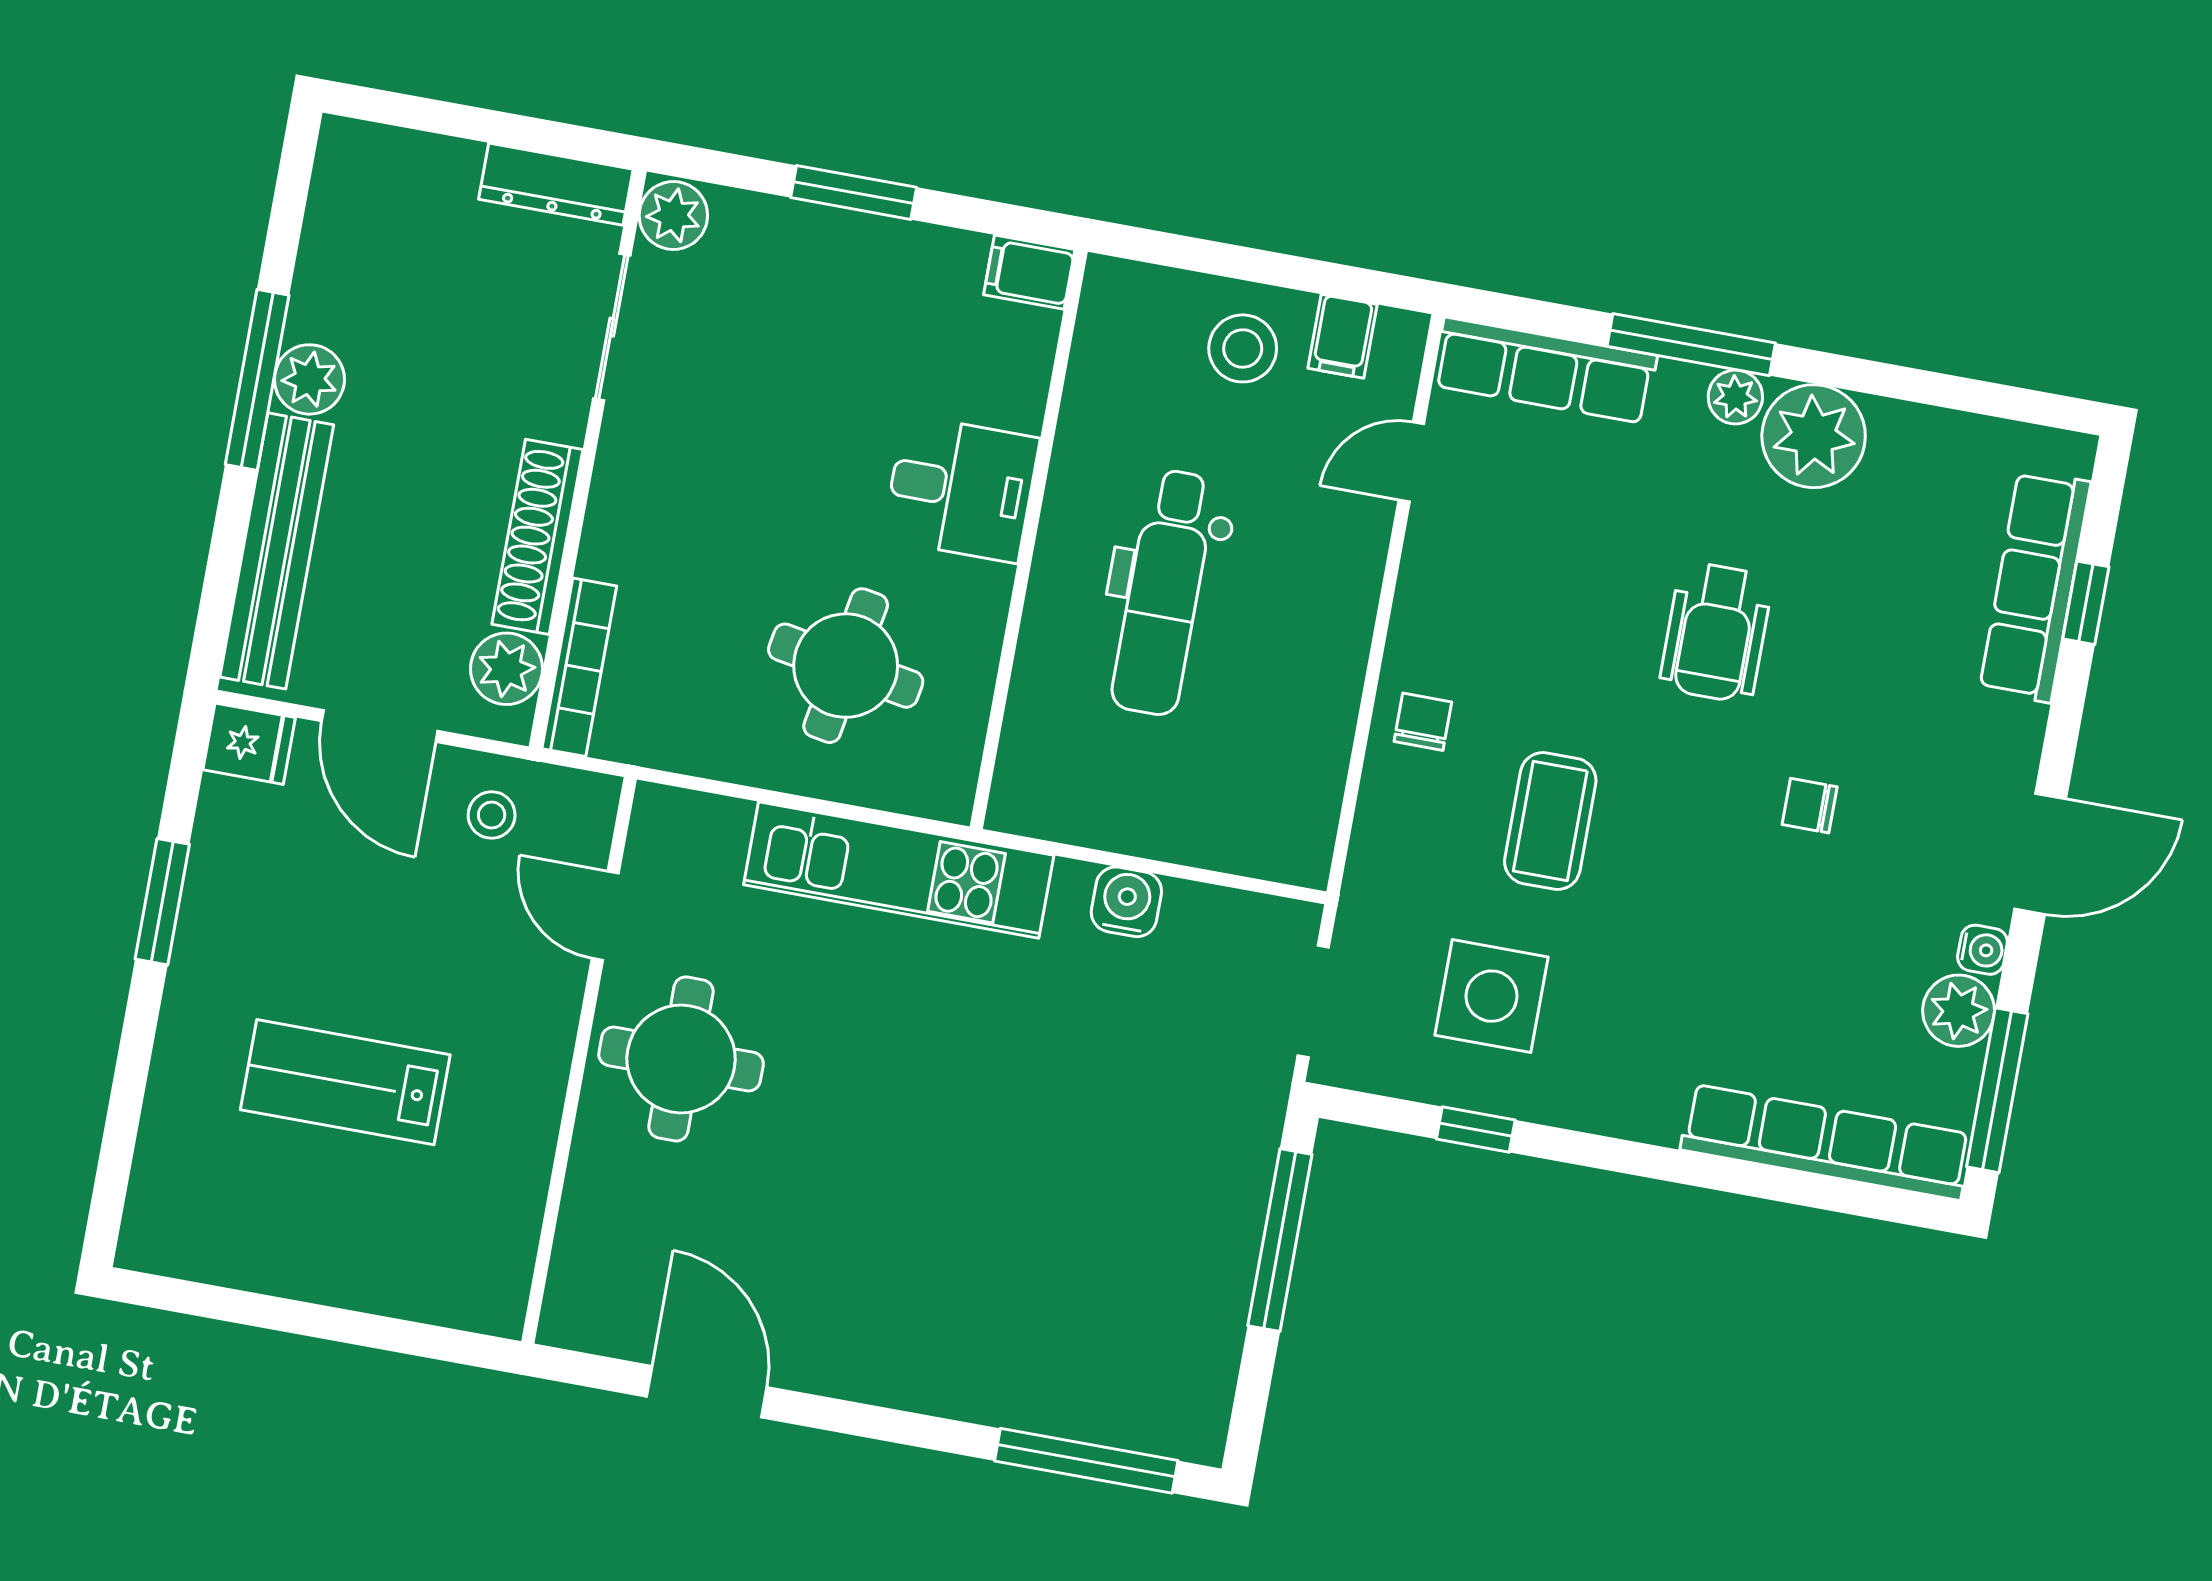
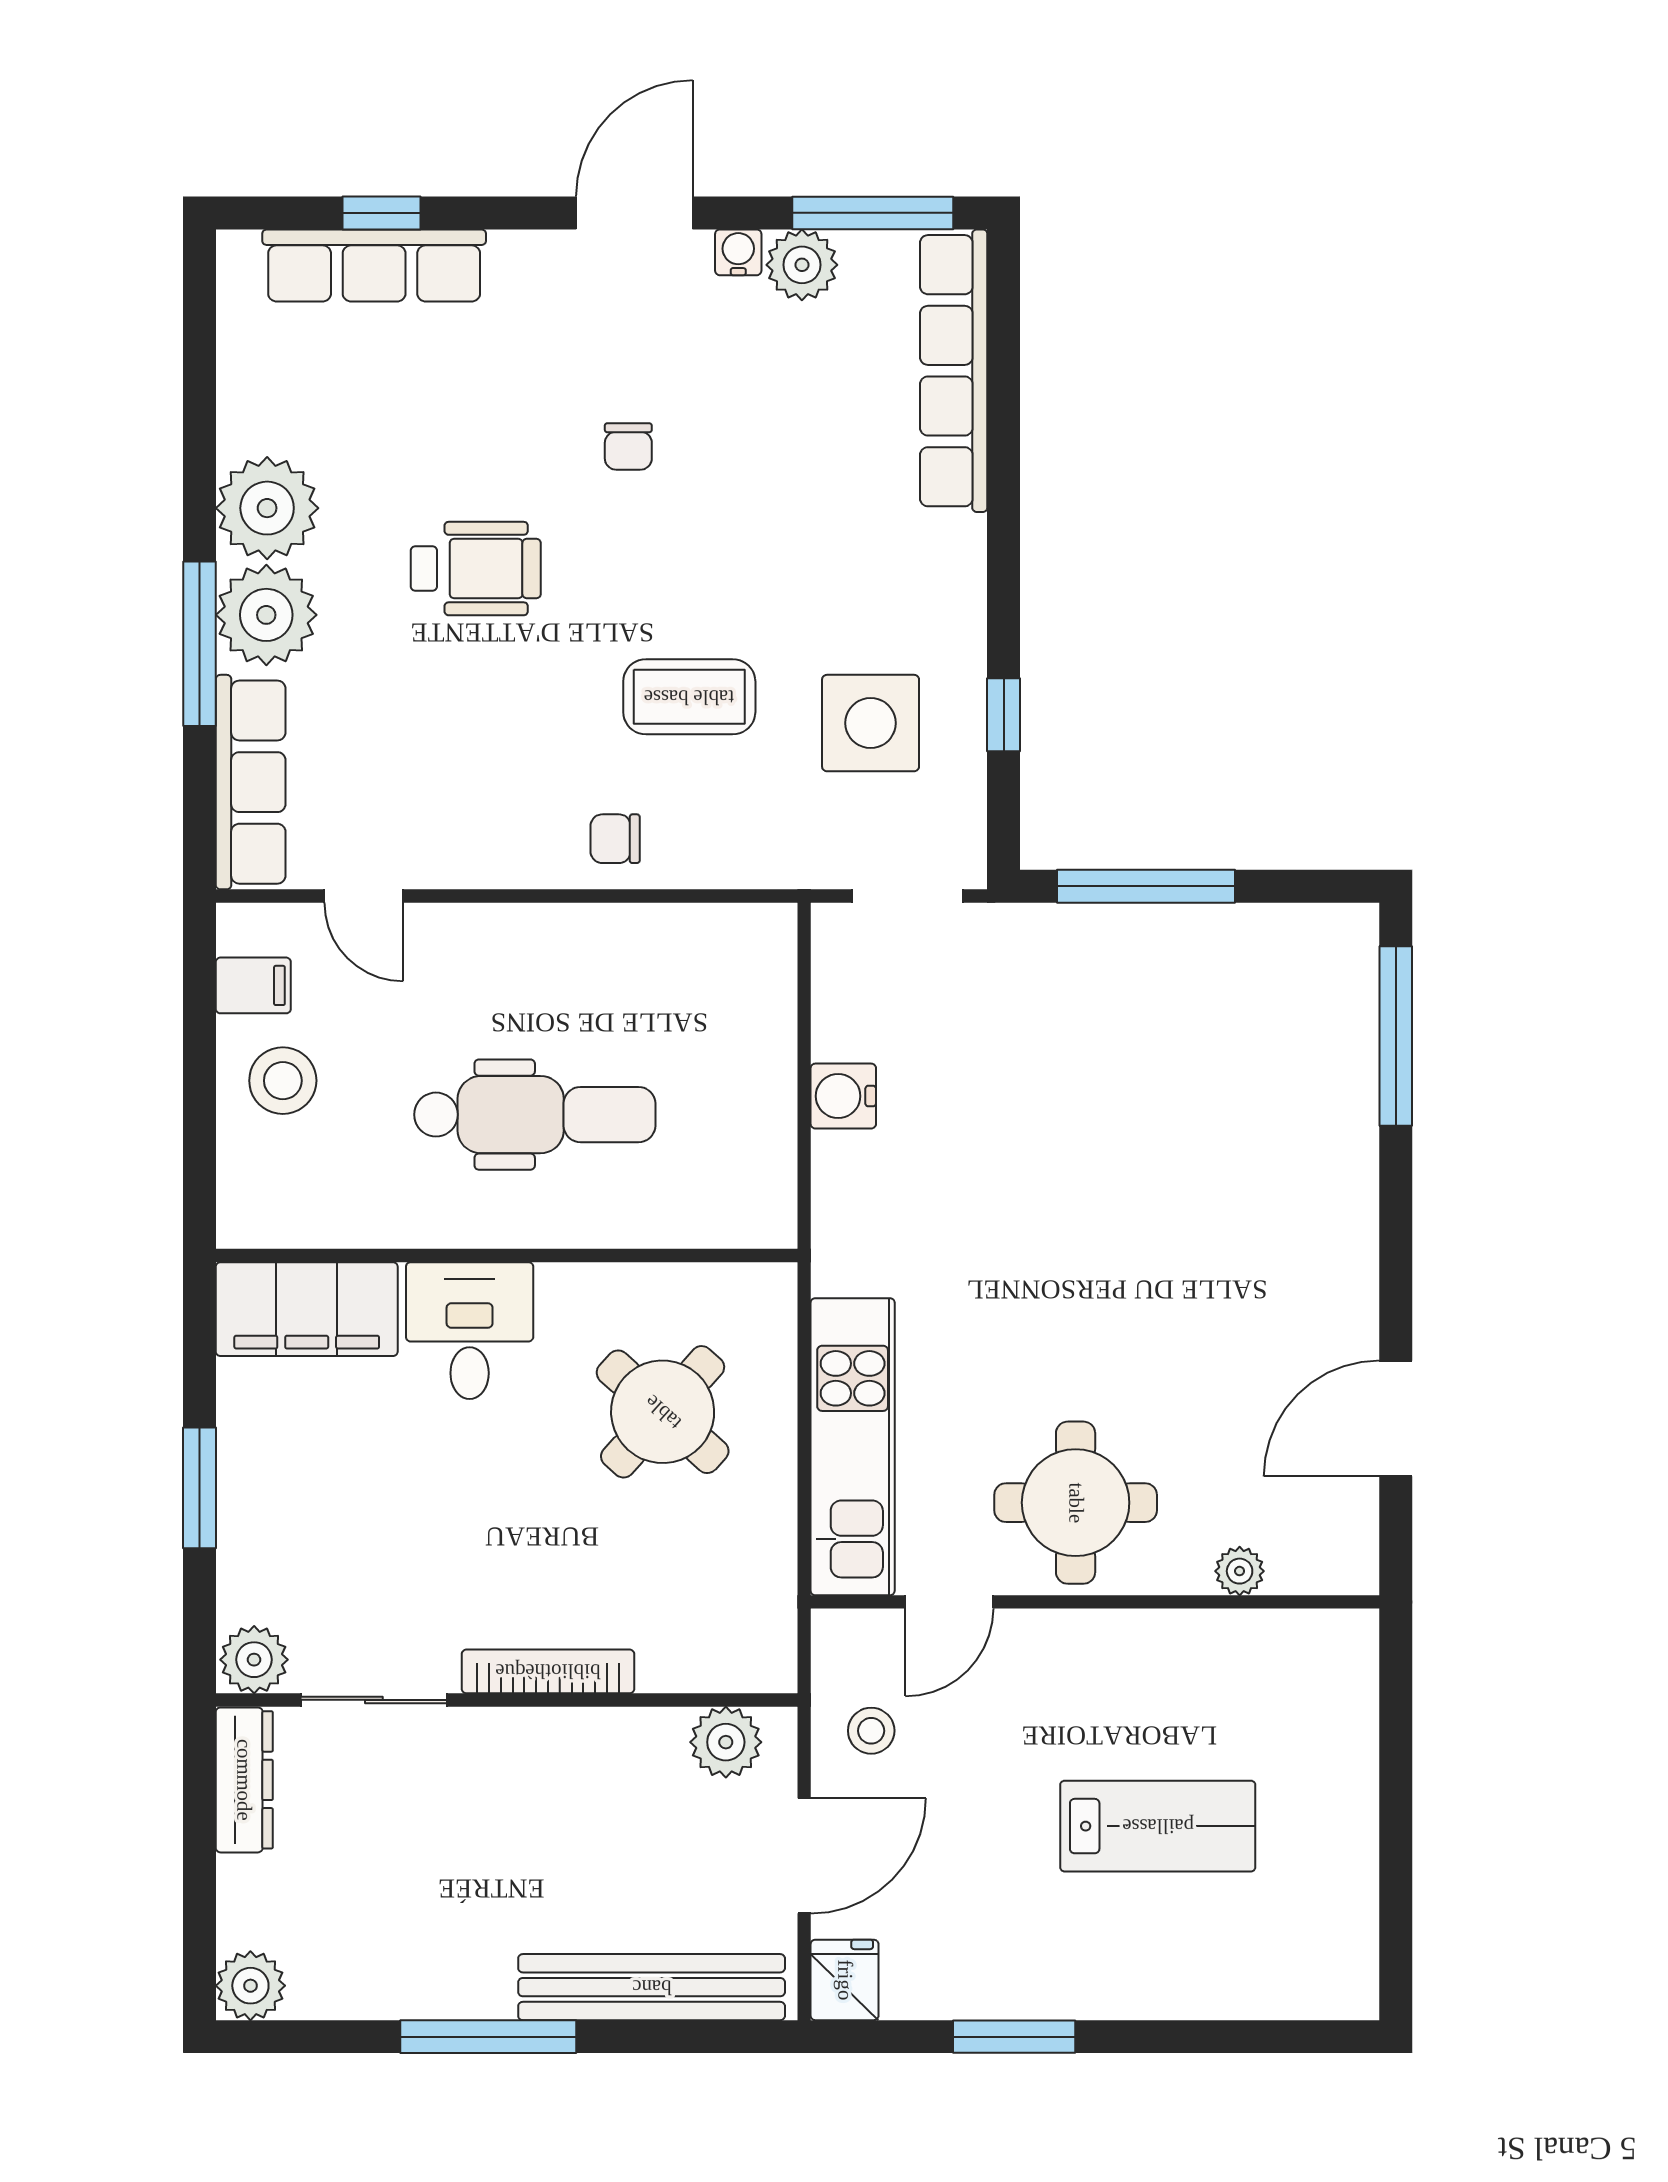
filing cabinet: (1029, 272) -> (307, 1309), width x3.00, depth x1.17
plant: (309, 379) -> (250, 1986), moved
plant: (1735, 397) -> (266, 615), width x1.88, depth x1.88
shoe rack: (537, 537) -> (592, 1735), removed
round table: (846, 666) -> (663, 1412), turned 32
bookcase: (579, 667) -> (548, 1671), moved
door: (2040, 854) -> (634, 213), hinge flipped
kitchen unit: (899, 870) -> (853, 1447), moved
lab bench: (345, 1082) -> (1158, 1826), turned -90
plant: (584, 1209) -> (1240, 1571), added

